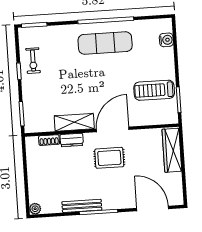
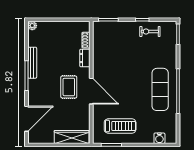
treadmill: (154, 90) -> (120, 126), turned 90
shelving: (74, 122) -> (99, 61), removed

